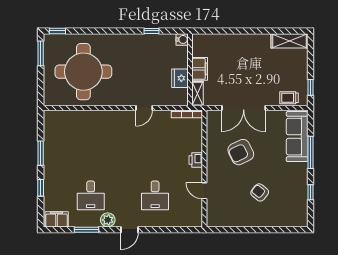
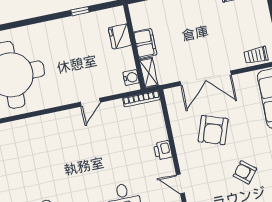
water cooler: (182, 39) -> (131, 78), moved
fridge: (180, 78) -> (120, 36), moved
armchair: (241, 152) -> (213, 130), turned -45

